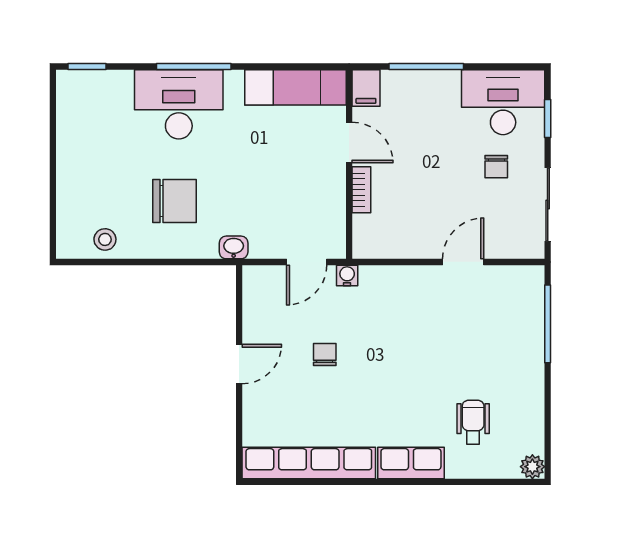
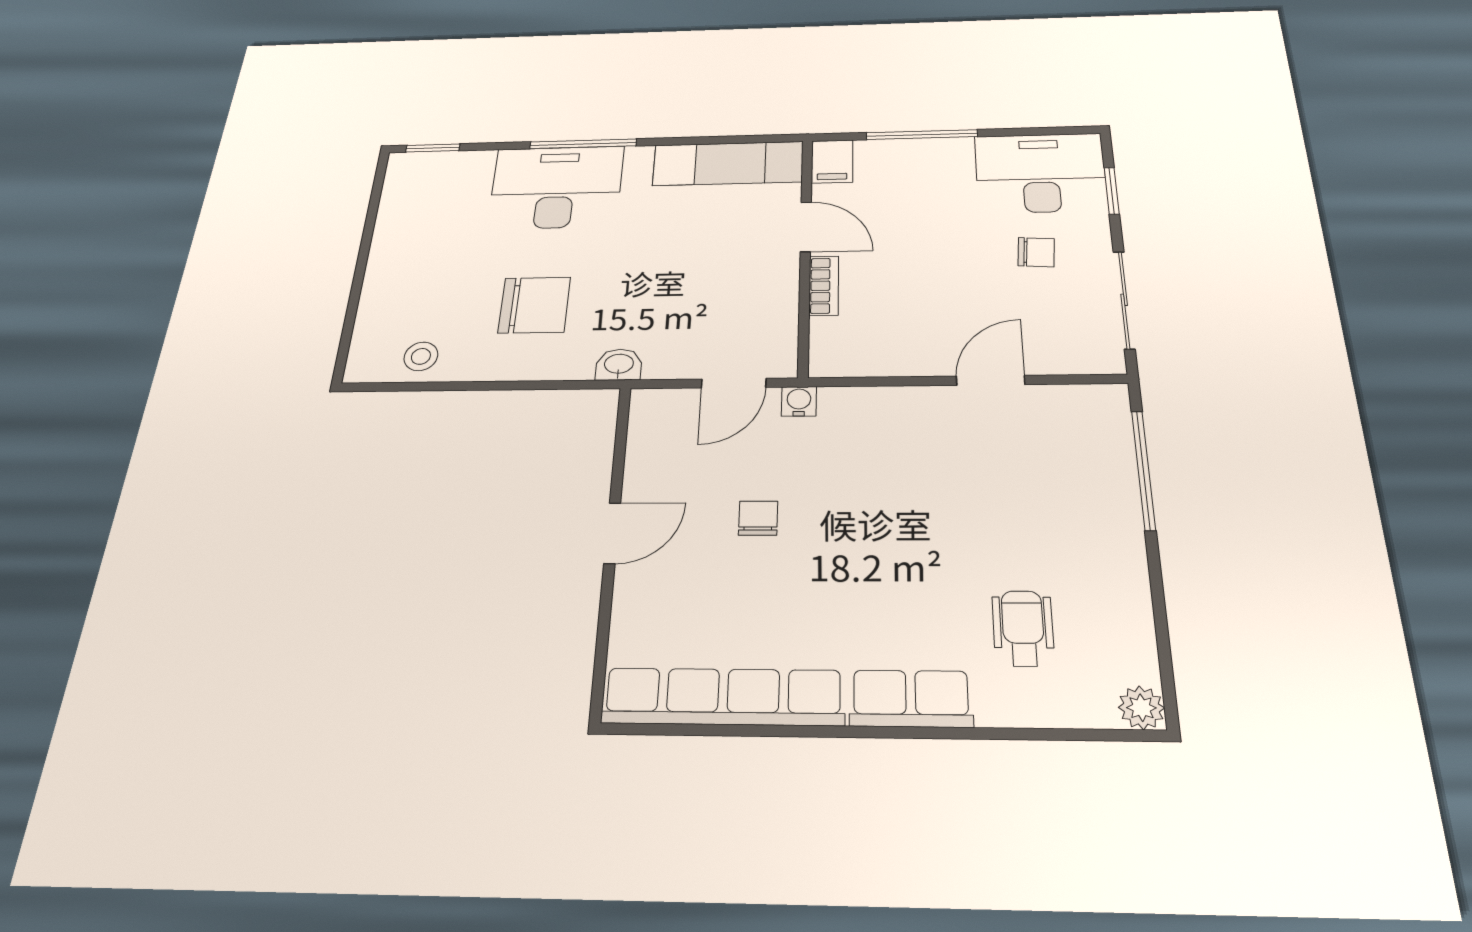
chair: (496, 167) -> (1036, 252), turned -86

